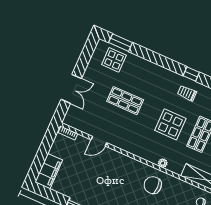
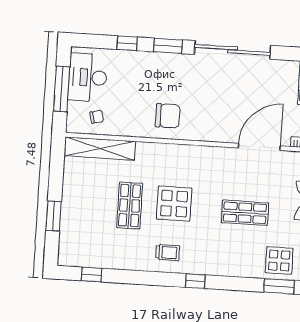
window: (191, 74) -> (195, 281), moved
door: (99, 141) -> (259, 147), width x1.88
plant: (163, 163) -> (165, 149), removed

